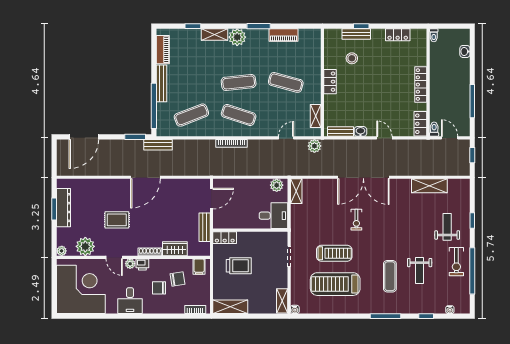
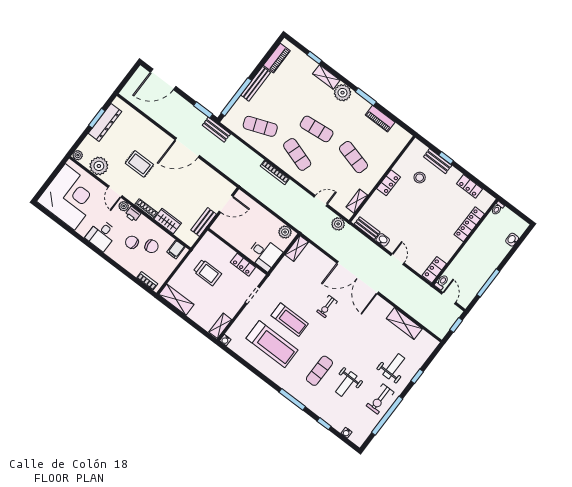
locker: (421, 85) -> (469, 224), moved
locker: (225, 238) -> (243, 265), moved
treadmill: (335, 284) -> (272, 344), turned 180

